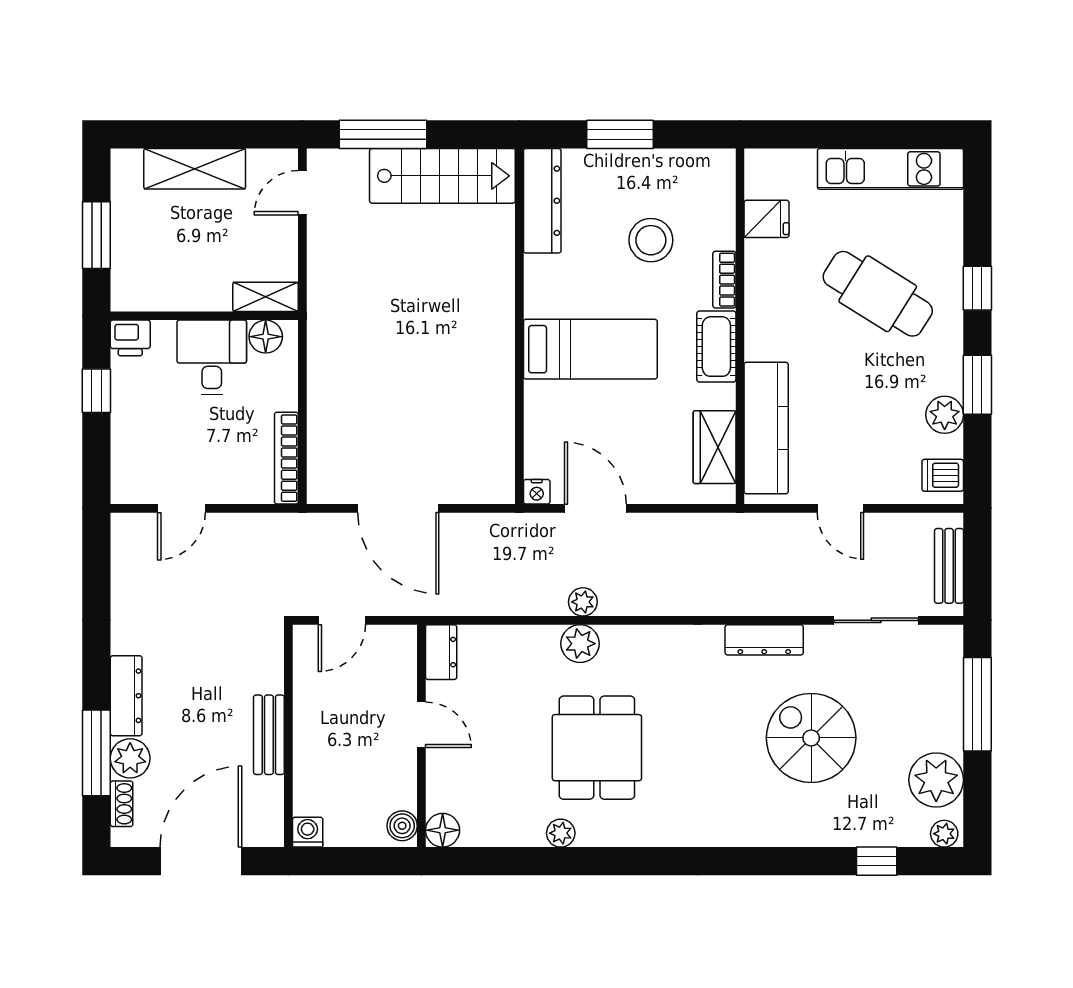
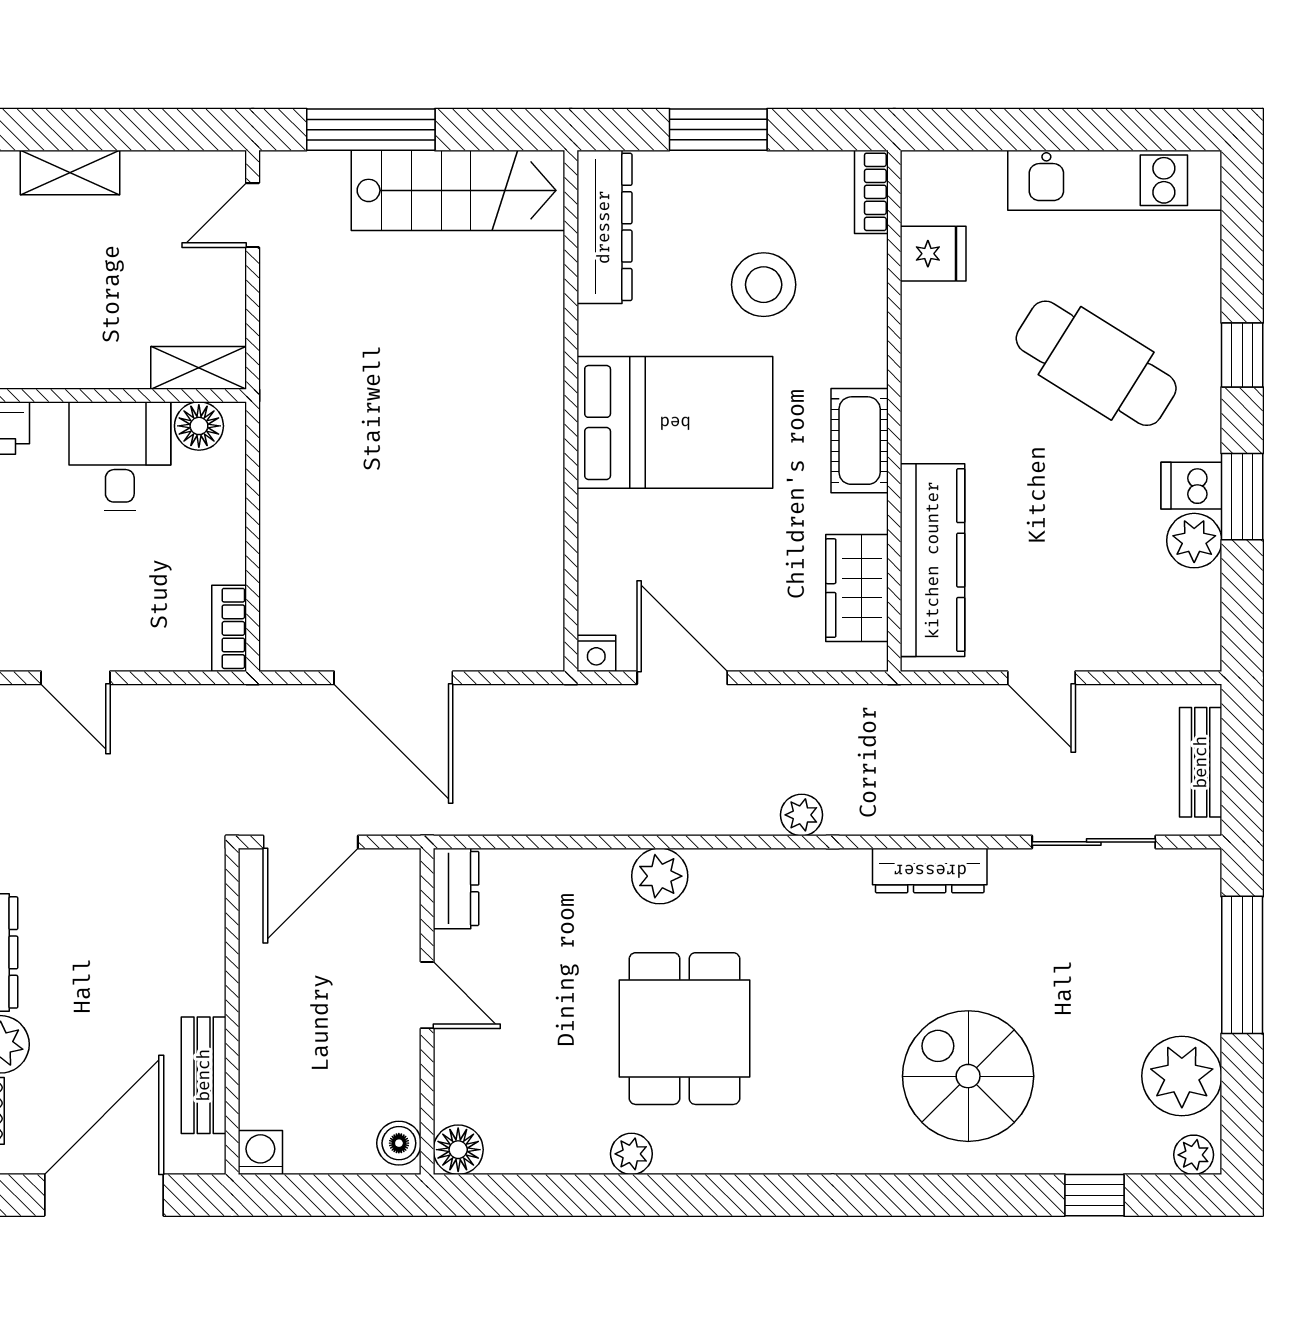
shelving: (195, 169) -> (70, 172), width x0.67, depth x0.75
bookcase: (724, 280) -> (871, 192), moved
bed: (590, 349) -> (675, 422), width x1.50
bookcase: (286, 458) -> (229, 628), width x0.64
dishwasher: (943, 475) -> (1191, 486), moved
door: (181, 508) -> (75, 678), hinge flipped
plant: (583, 602) -> (802, 815), moved
door: (342, 620) -> (311, 842), width x1.38
bench: (269, 735) -> (204, 1075), moved
spiral stairs: (811, 738) -> (968, 1076), moved

